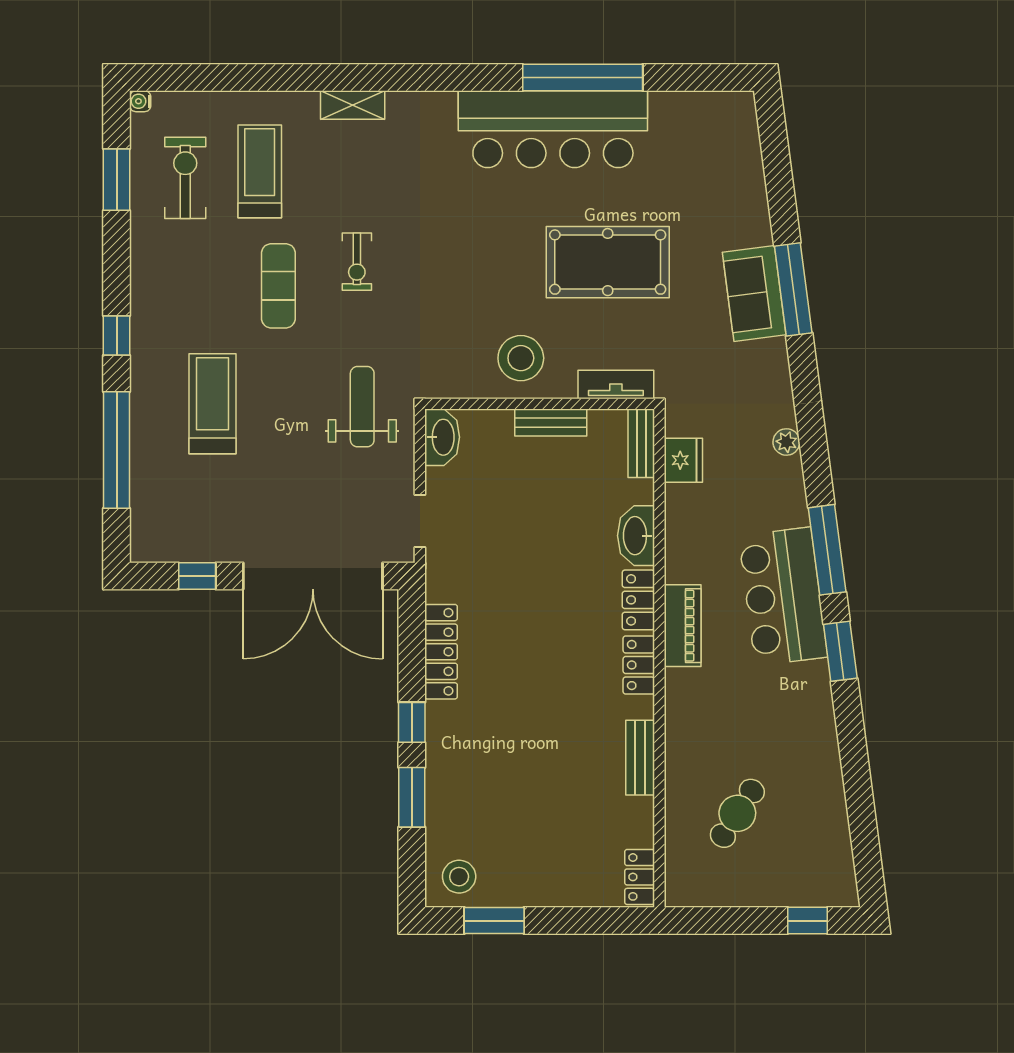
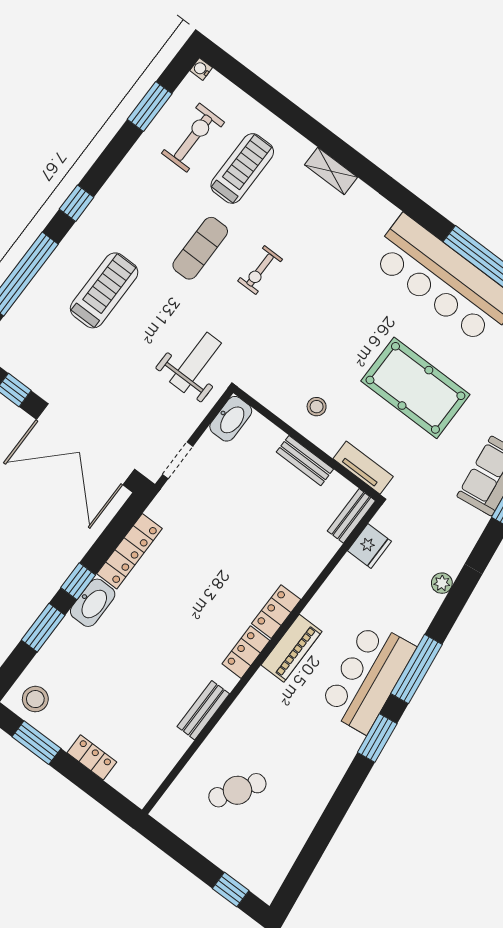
stool: (521, 358) -> (317, 407), width x0.53, depth x0.53
washbasin: (636, 536) -> (93, 603), moved, turned 180
locker: (640, 877) -> (92, 757), moved, turned 90

